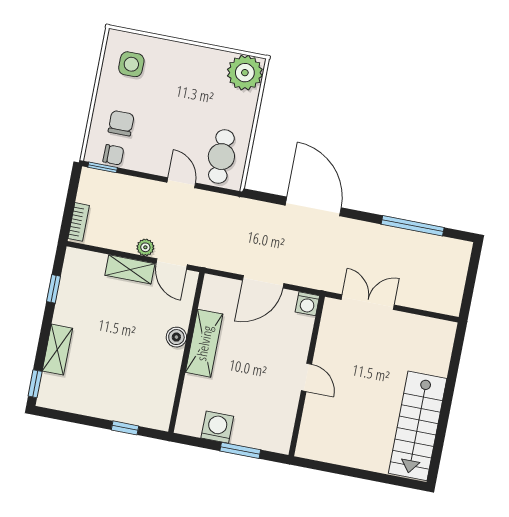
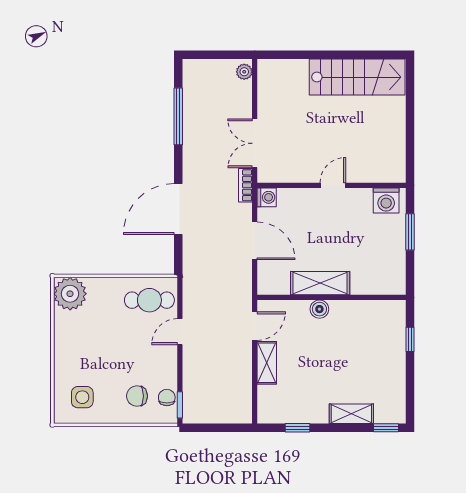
bookcase: (79, 222) -> (245, 185), moved, turned -90
plant: (145, 247) -> (244, 72), moved
washing machine: (217, 427) -> (386, 200), moved, turned -90

